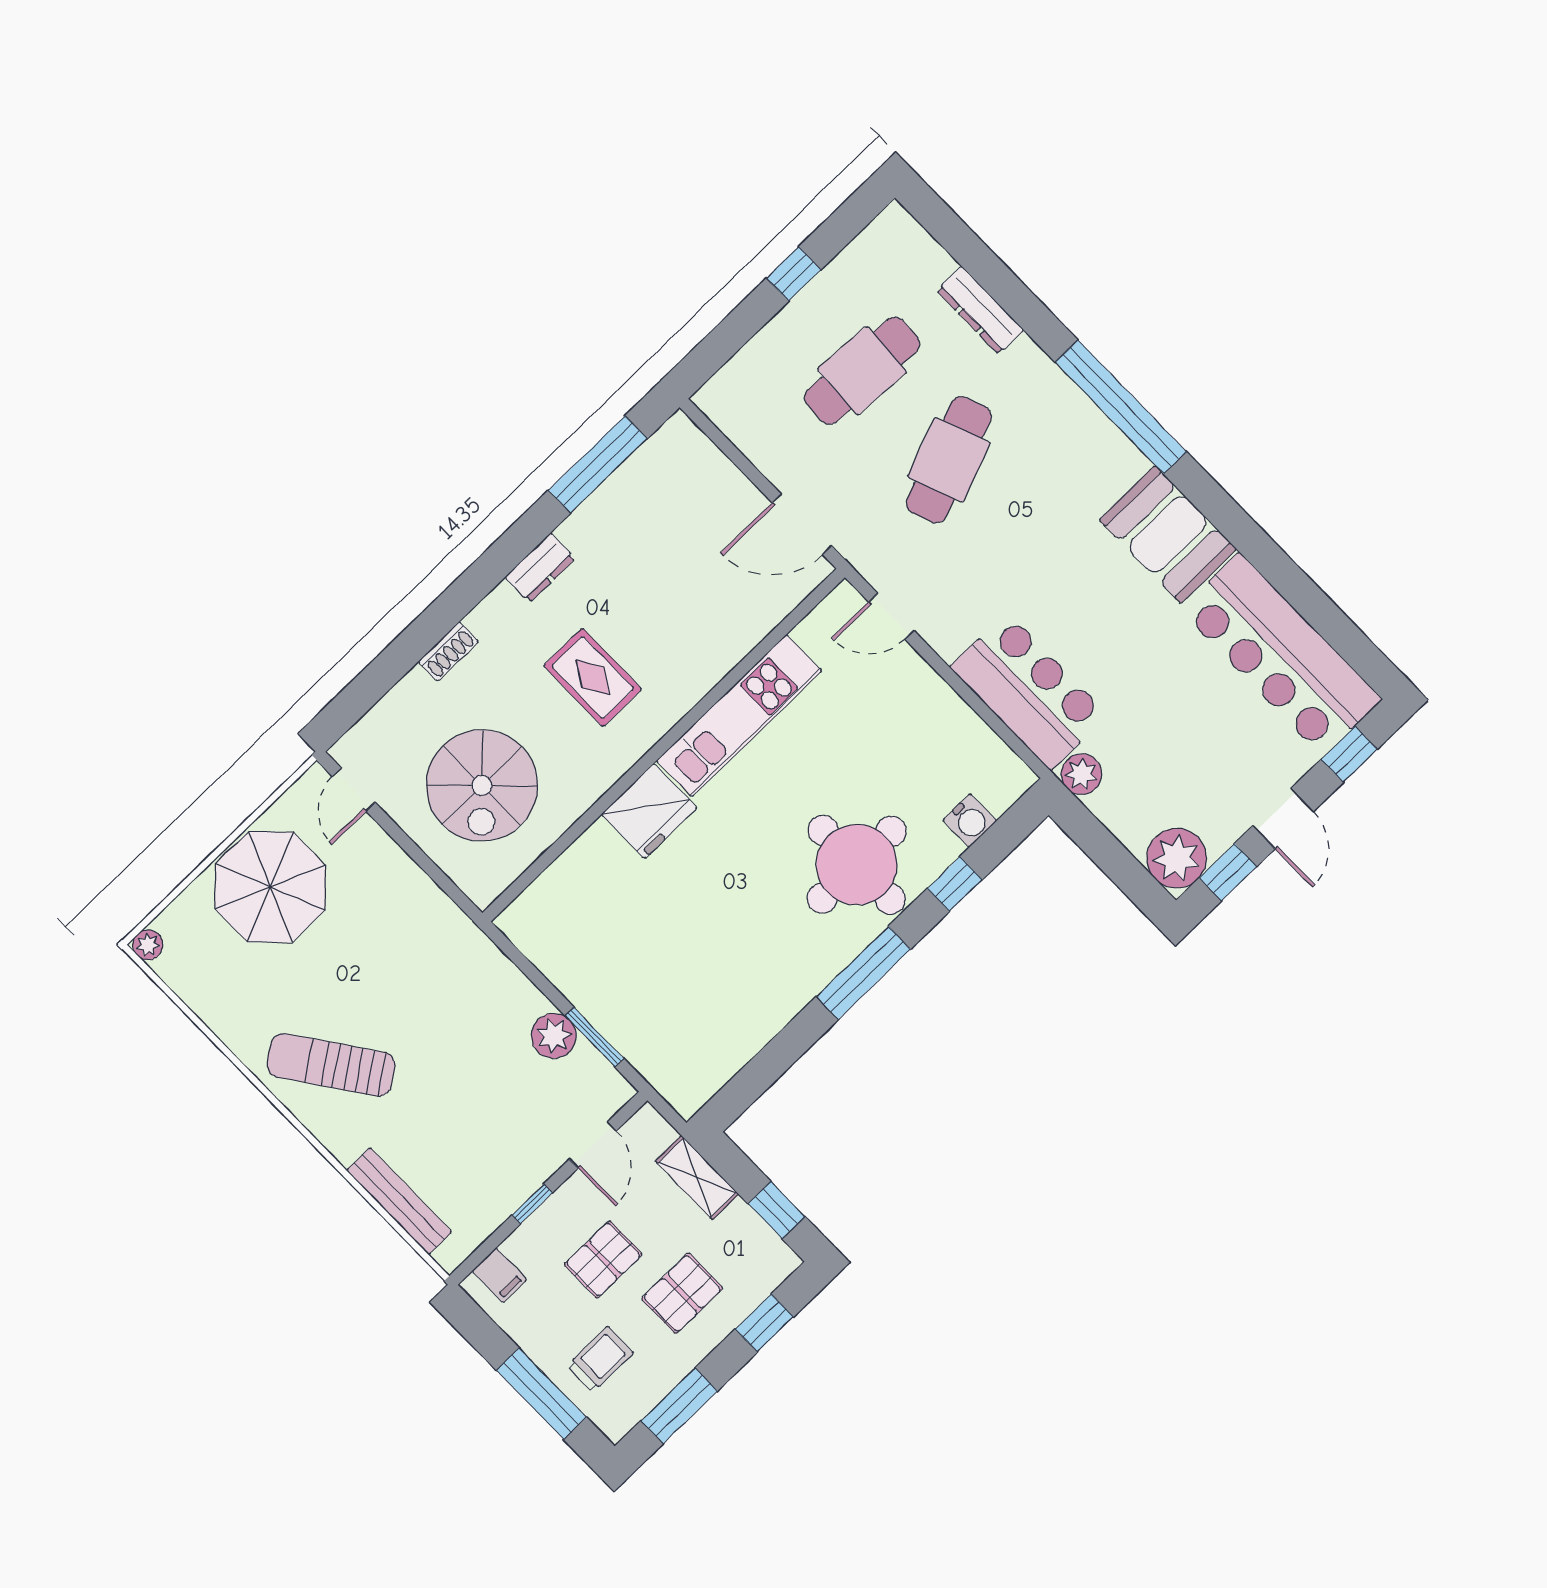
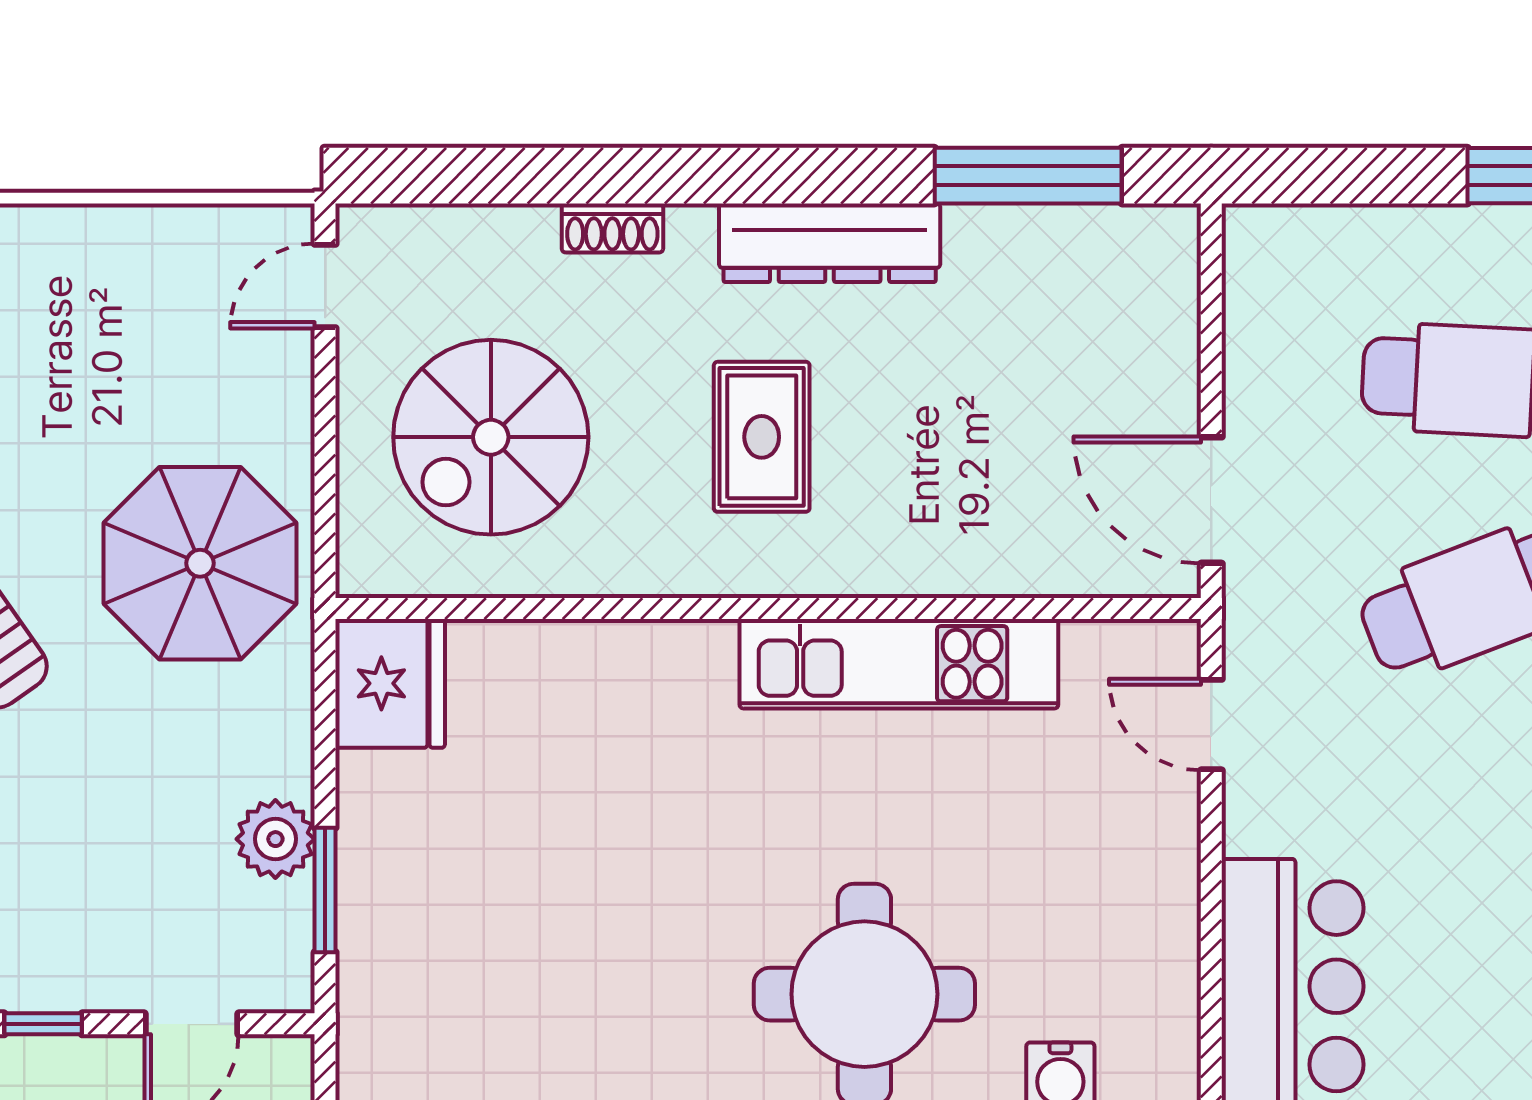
dresser: (540, 568) -> (830, 243), width x1.96, depth x1.24
fridge: (649, 811) -> (390, 683), moved, turned -90
parasol: (270, 887) -> (200, 563), moved

